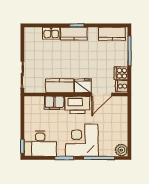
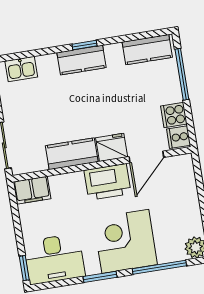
kitchen sink: (51, 33) -> (21, 69), moved
filing cabinet: (54, 103) -> (32, 190), moved

